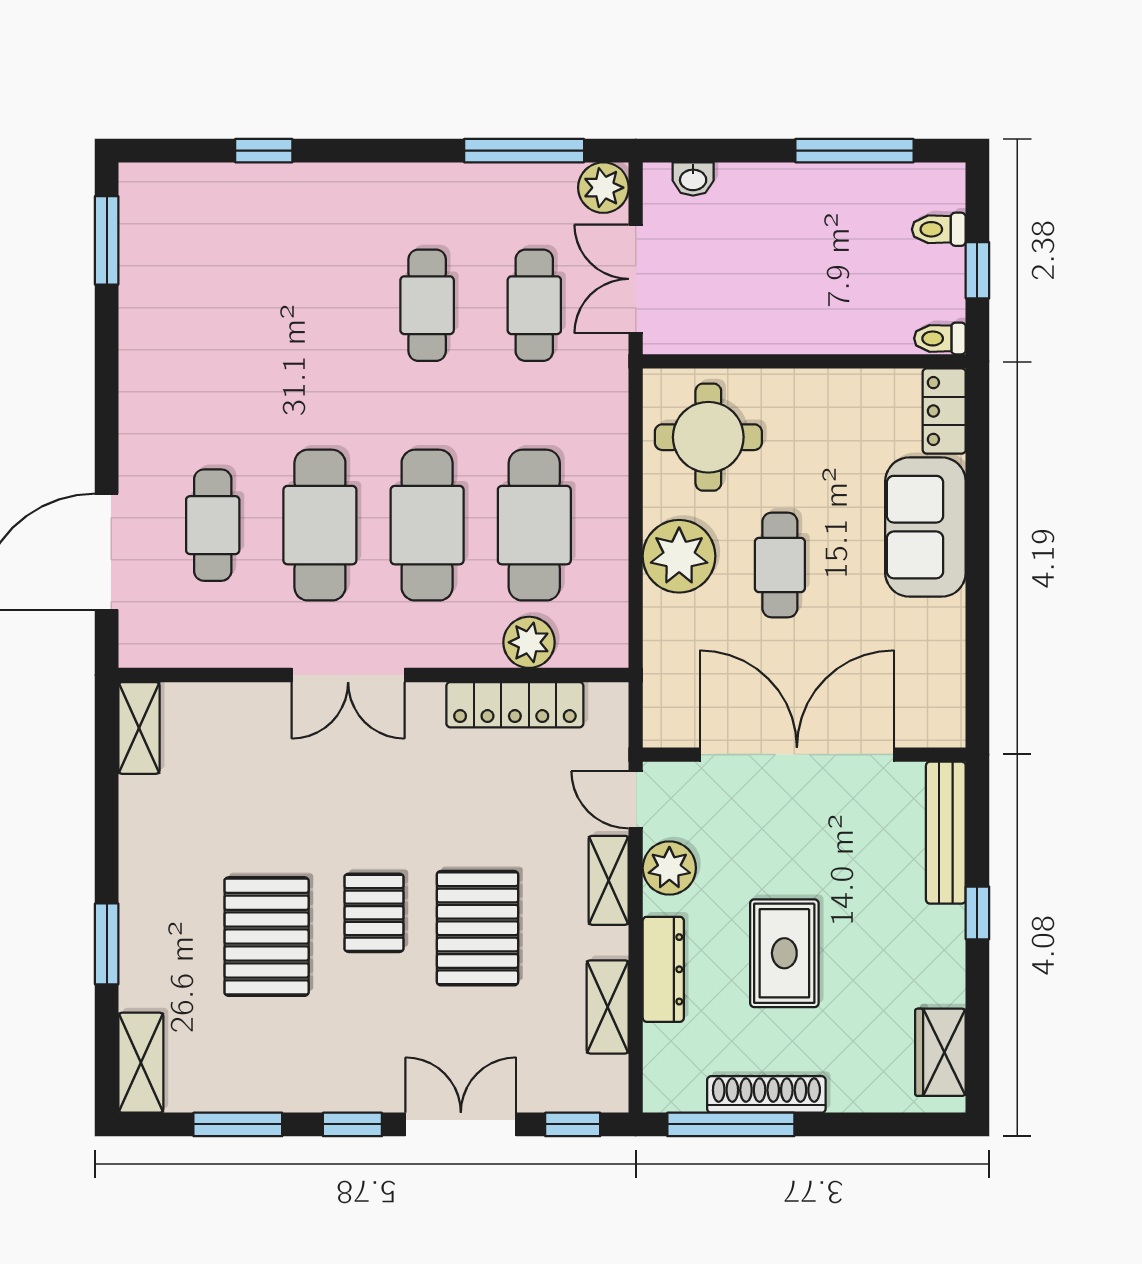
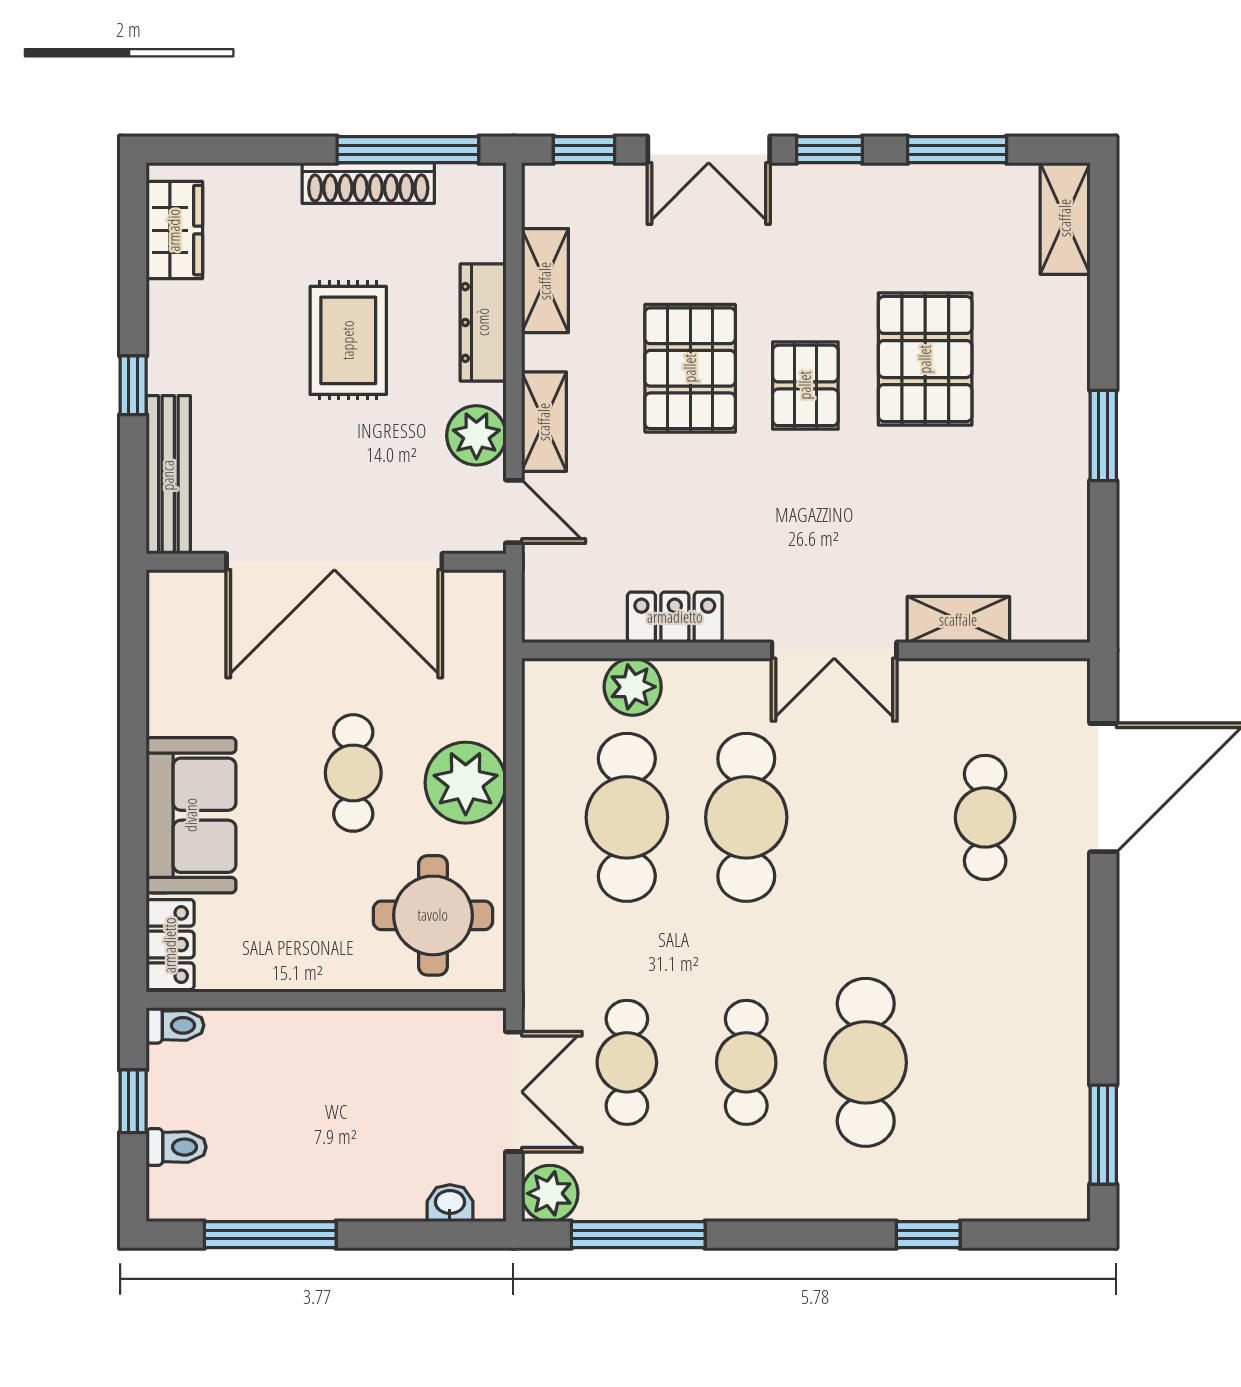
cafe table: (320, 525) -> (866, 1062), moved
double door: (348, 675) -> (834, 650), swing flipped
locker: (515, 705) -> (675, 617), width x0.66
shelving: (139, 728) -> (958, 620), moved, turned 90
window: (107, 944) -> (1103, 435), moved

